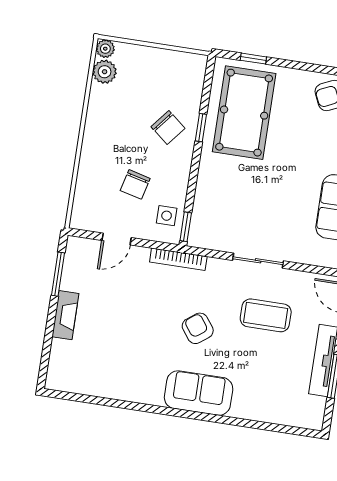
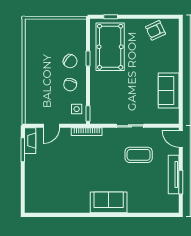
plant: (105, 49) -> (30, 24), removed
plant: (105, 72) -> (31, 36), removed
chair: (135, 184) -> (70, 85), moved
fireplace: (65, 315) -> (30, 141), moved
armchair: (198, 328) -> (103, 167), removed

